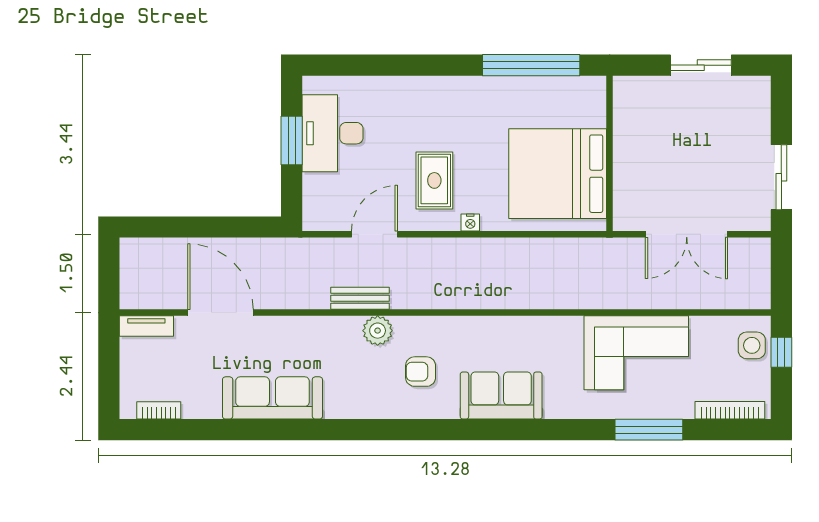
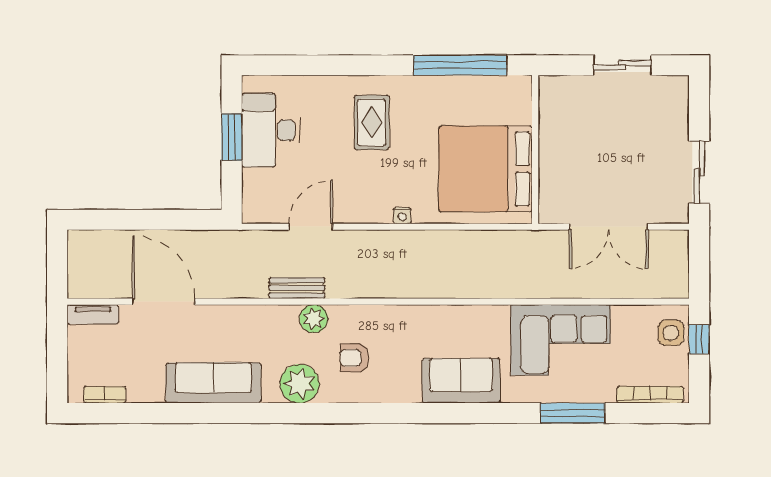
rug: (434, 180) -> (372, 122), moved
sofa: (501, 396) -> (461, 381), moved
plant: (363, 399) -> (300, 384), added

